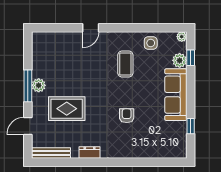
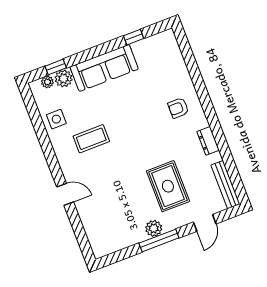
plant: (182, 37) -> (47, 82), moved
armchair: (127, 116) -> (178, 108), moved
door: (28, 126) -> (205, 223), hinge flipped

